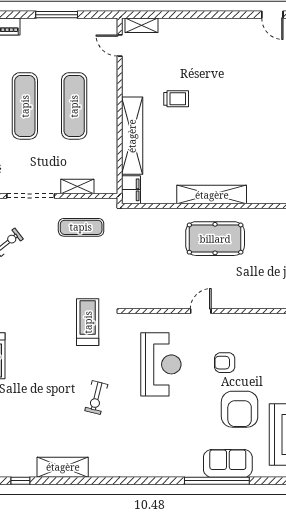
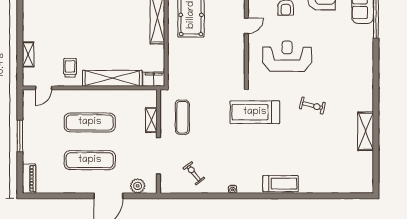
shelving: (142, 25) -> (28, 54), moved
trolley: (176, 99) -> (70, 68), moved
door: (201, 311) -> (246, 26), swing flipped
treadmill: (88, 322) -> (255, 112), width x1.37, depth x1.38
window: (20, 481) -> (376, 164), removed

